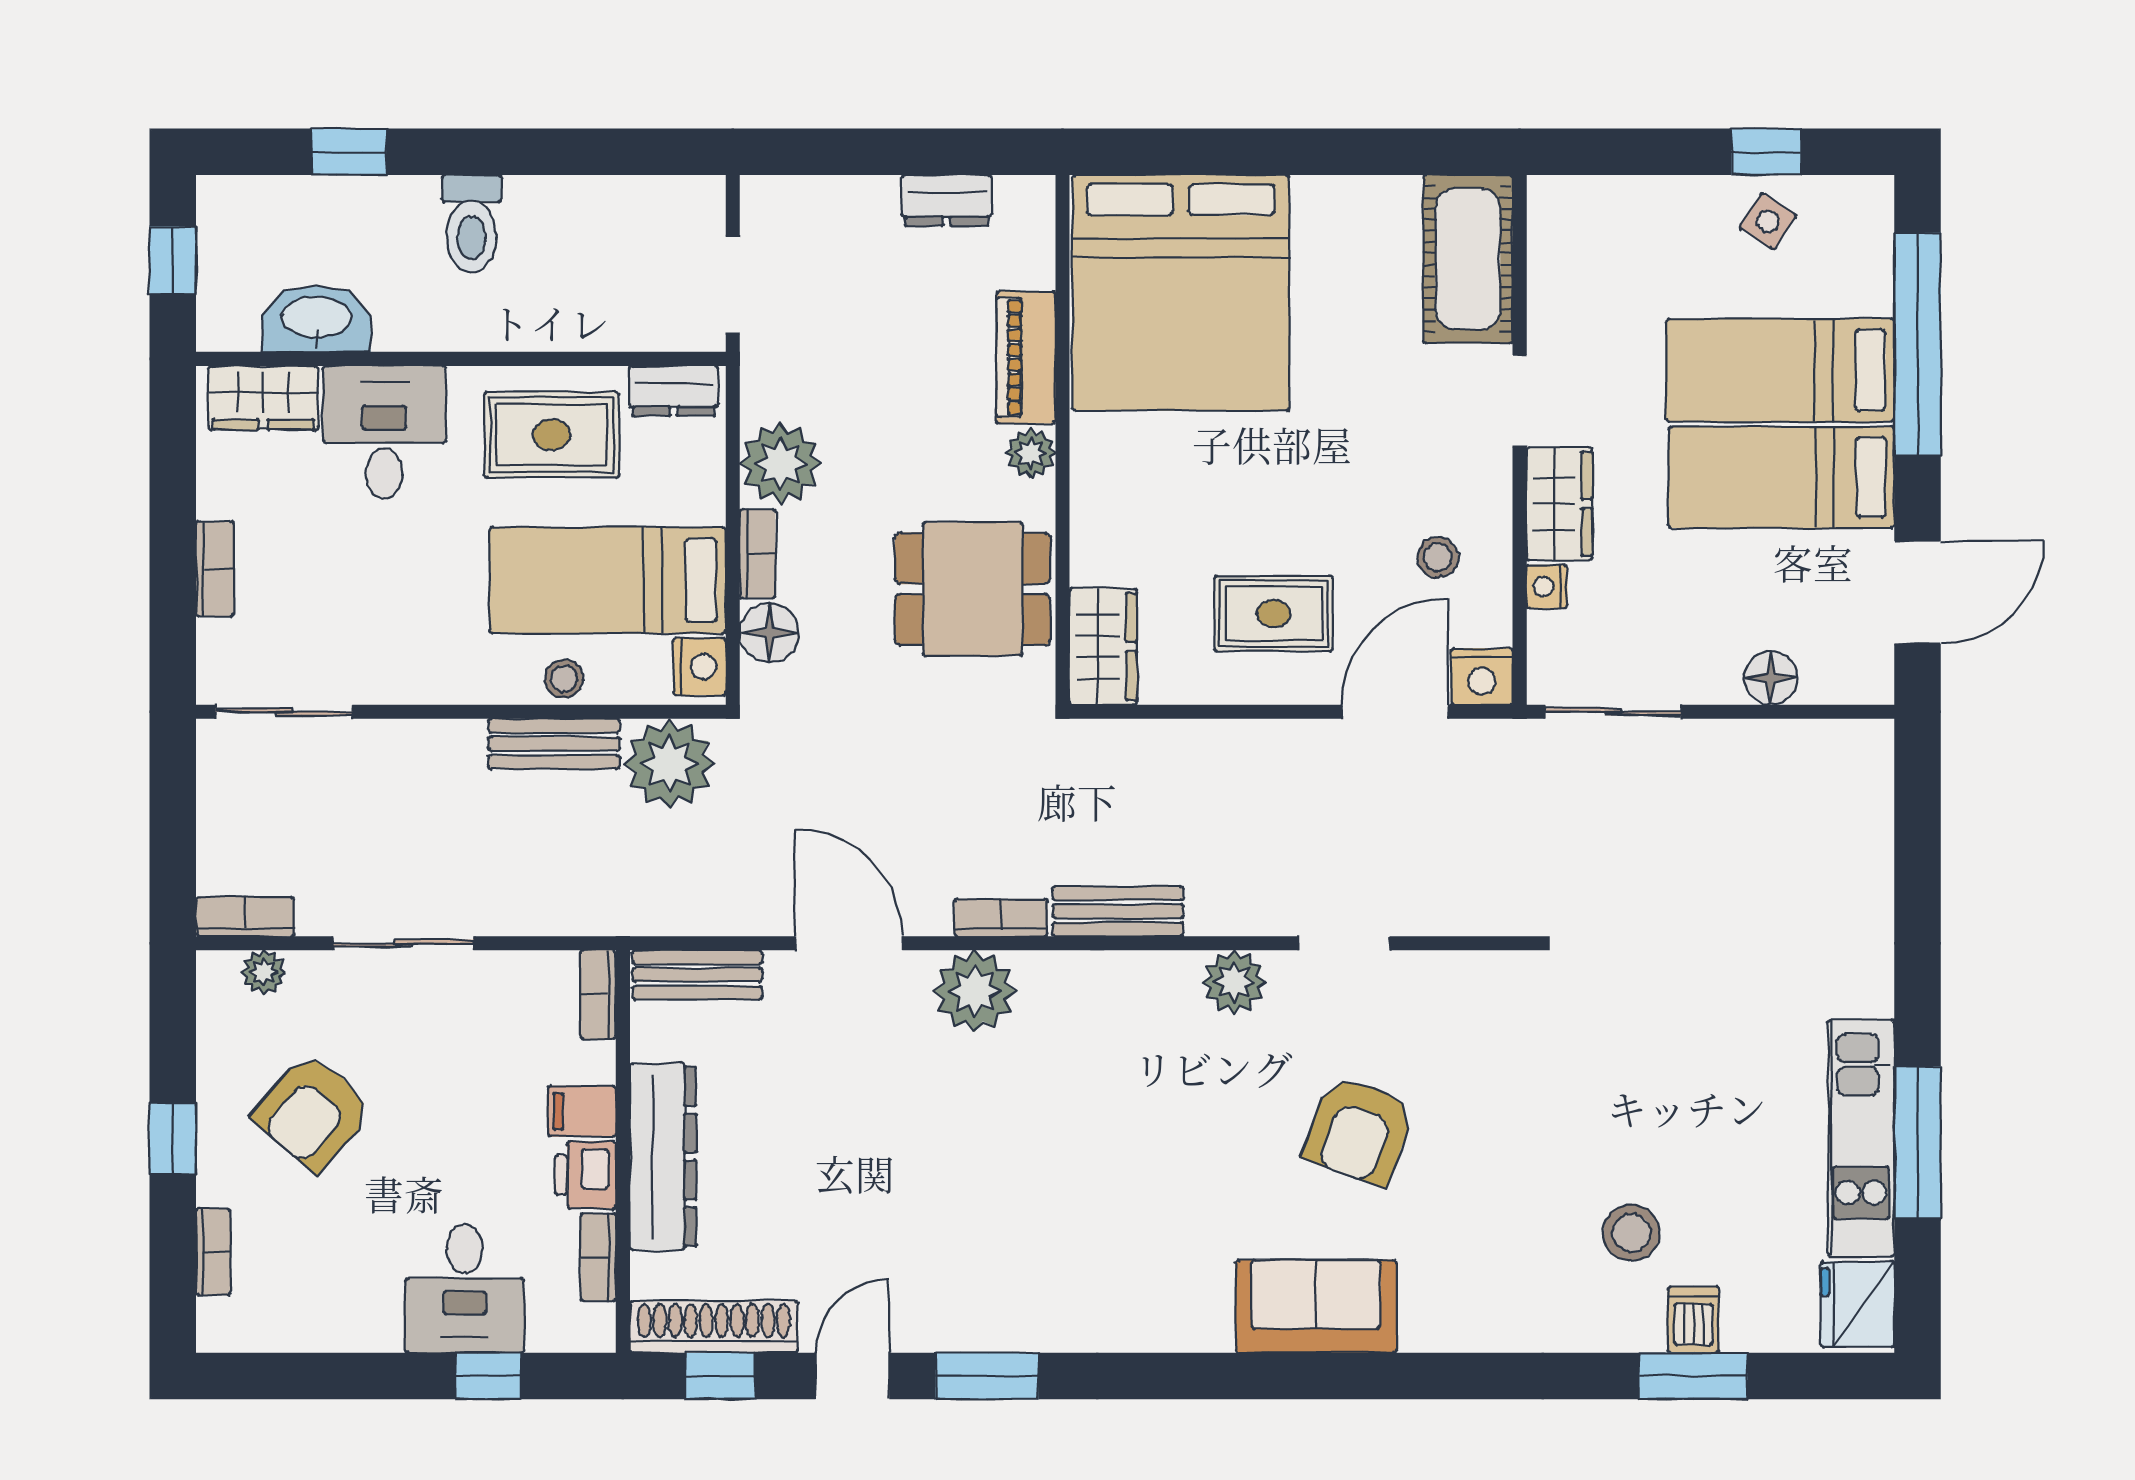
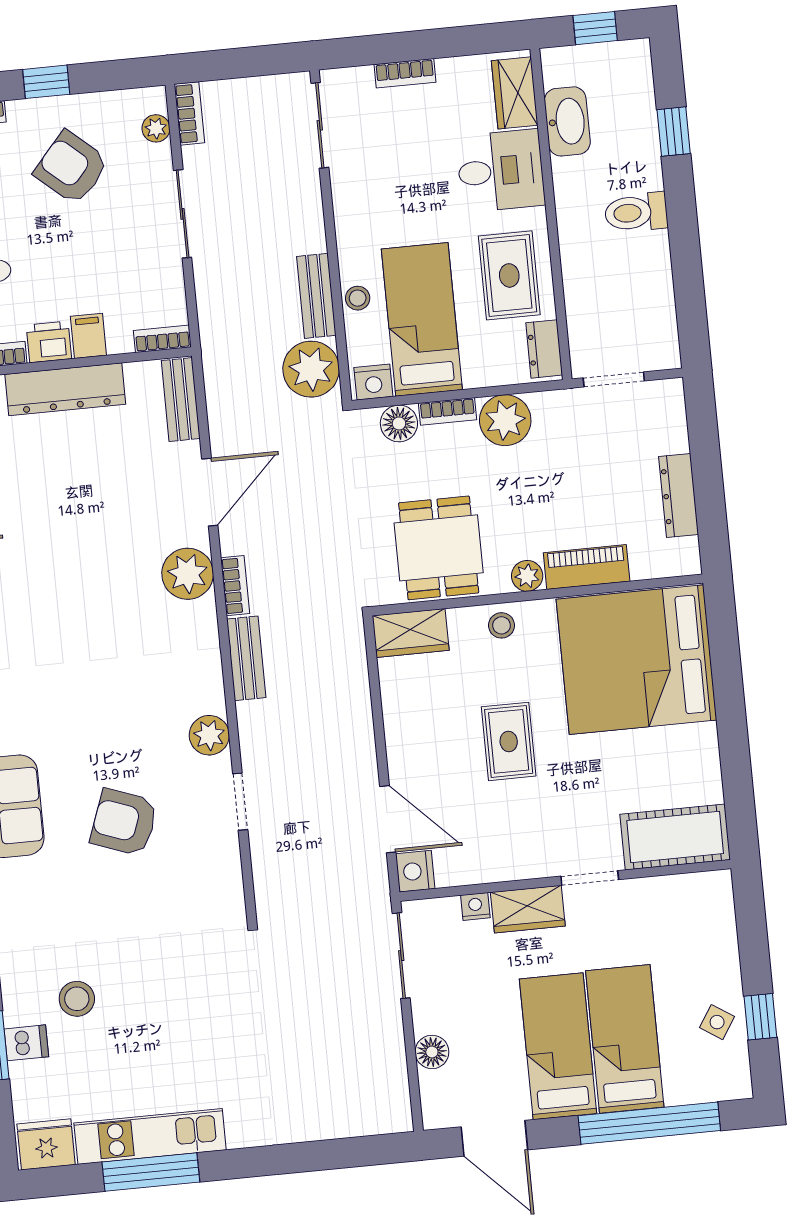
dresser: (947, 200) -> (679, 495), width x1.44
stool: (1438, 557) -> (501, 625), moved
rug: (1273, 614) -> (509, 741), moved

